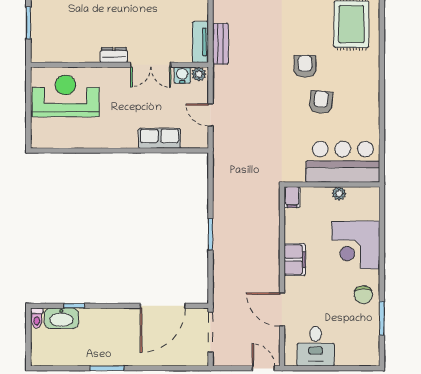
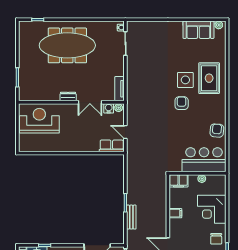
side table: (311, 27) -> (185, 80), added
bench: (220, 44) -> (131, 217), moved
armchair: (321, 102) -> (217, 131), moved
row of seats: (159, 138) -> (112, 146), moved
filing cabinet: (292, 197) -> (179, 181), width x2.00
filing cabinet: (295, 260) -> (175, 213), width x0.50

